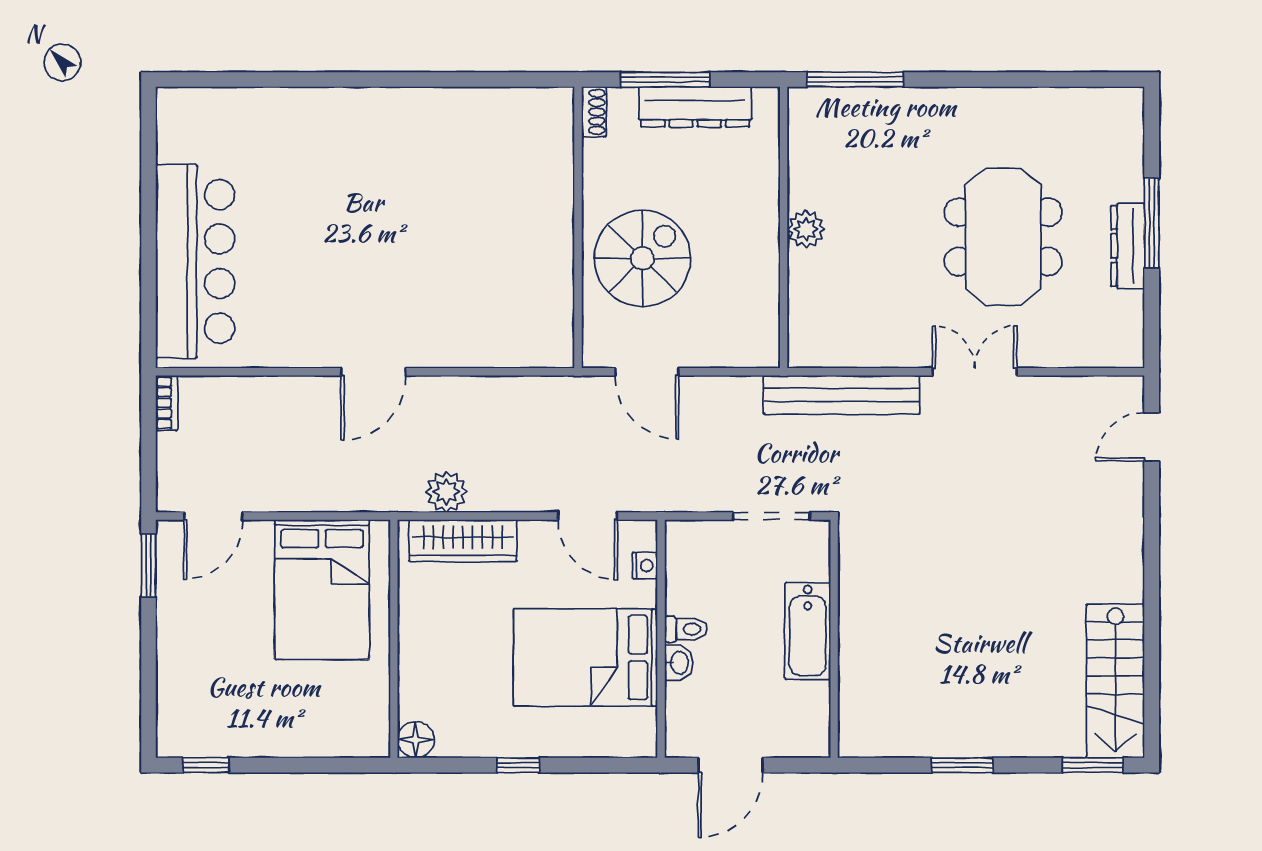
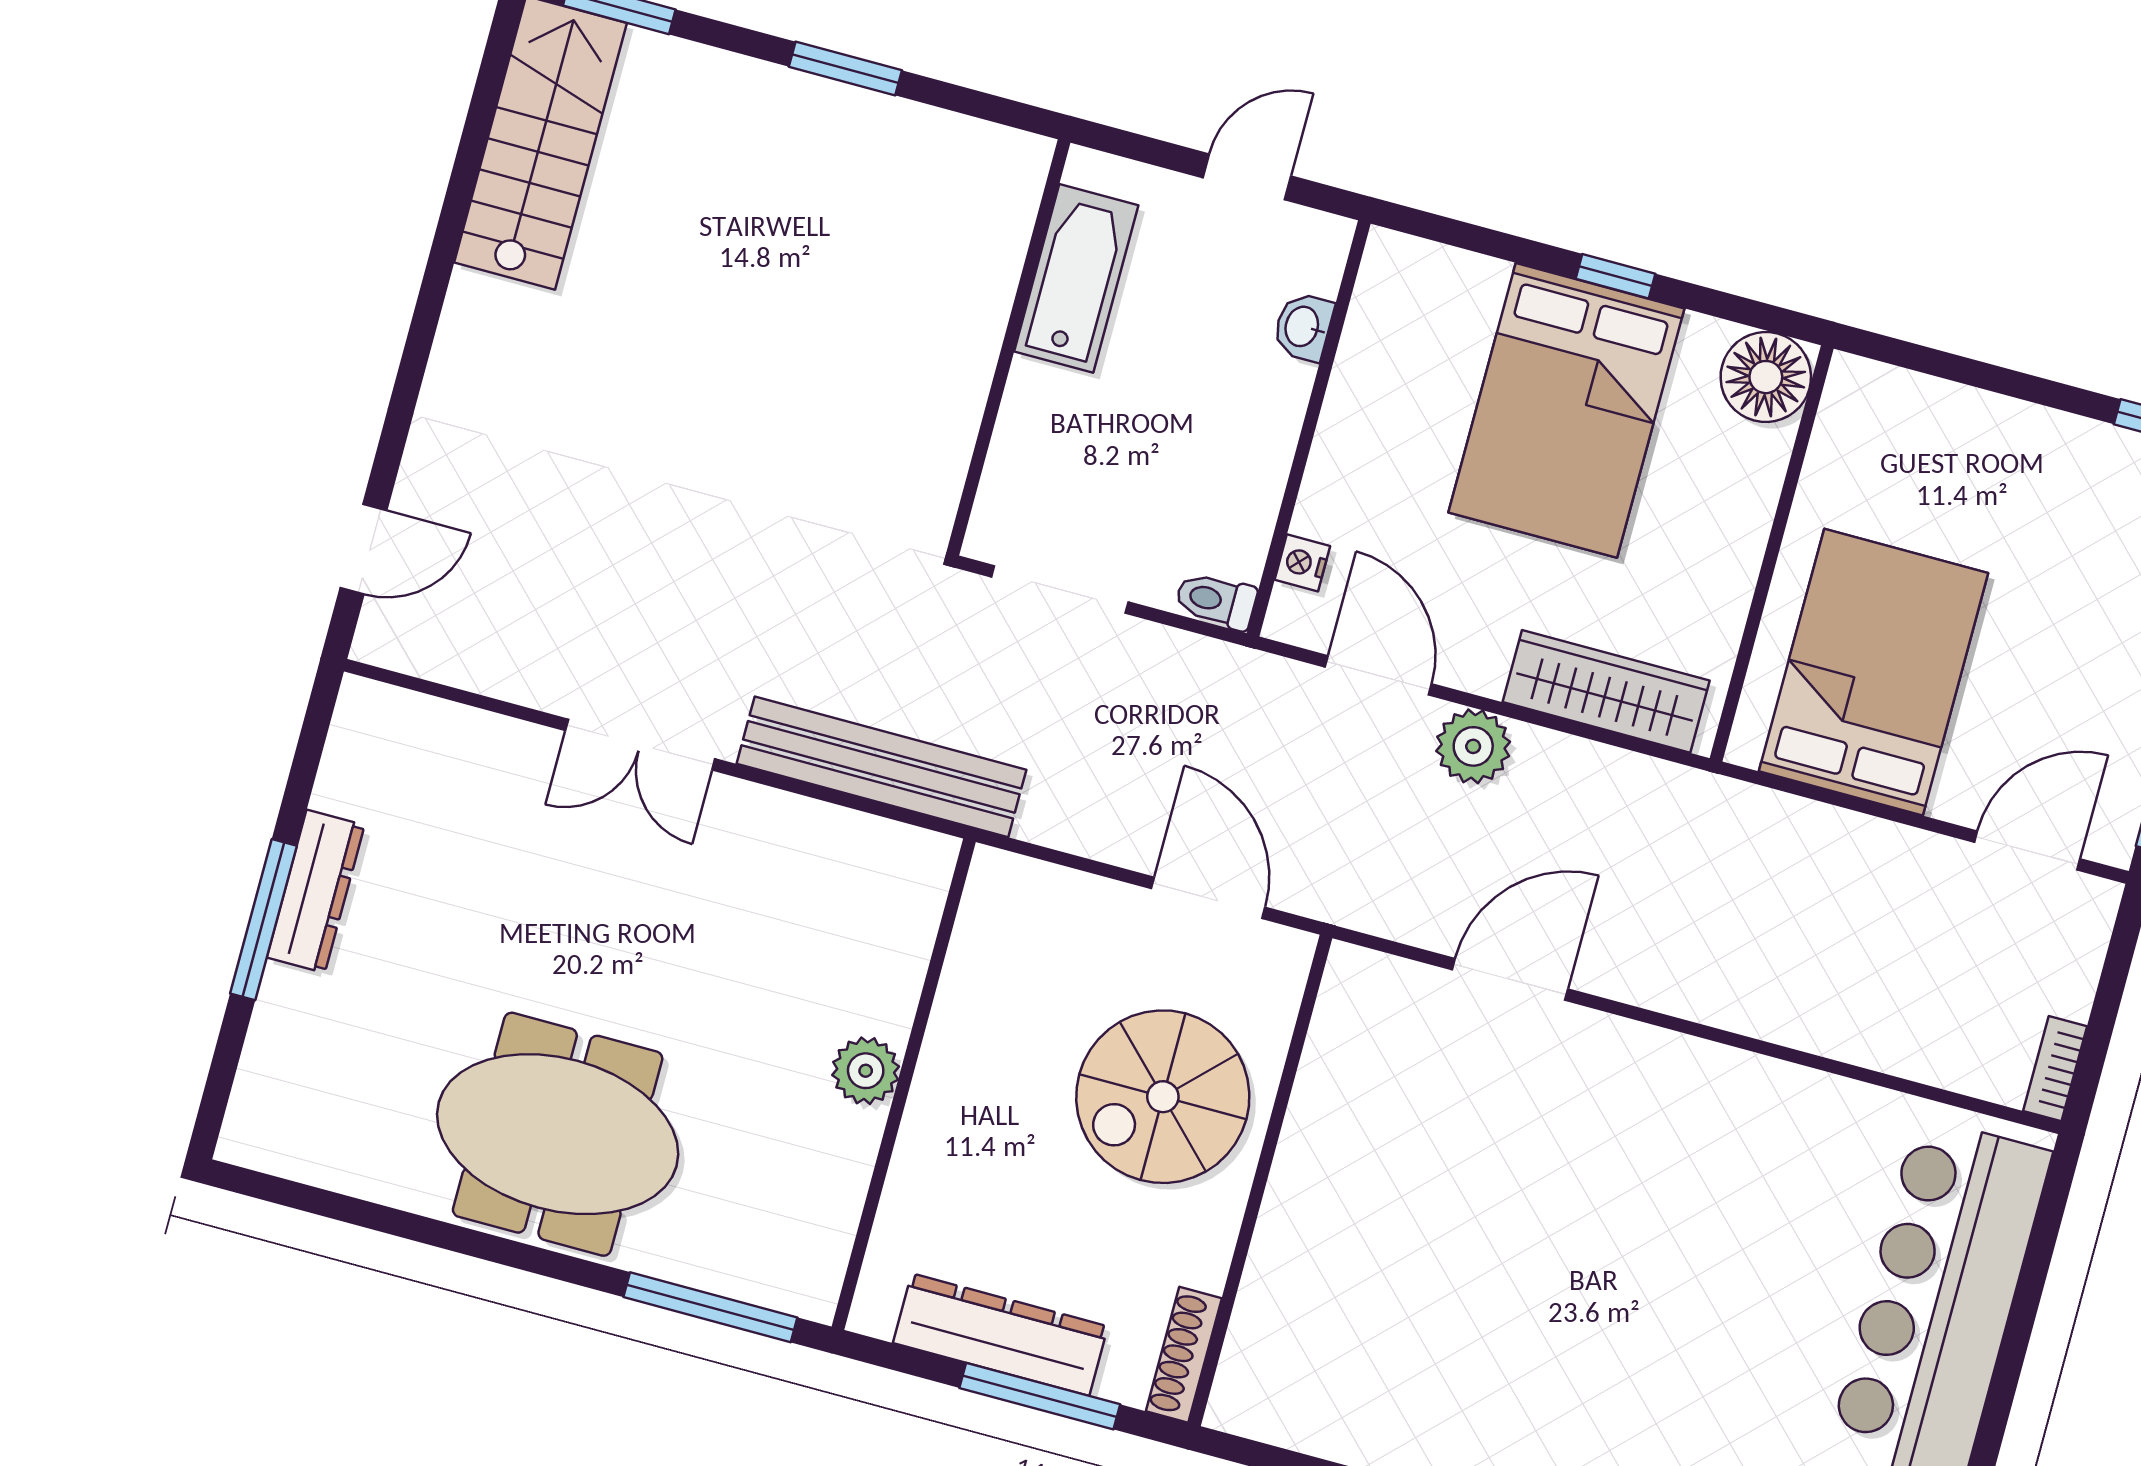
shoe rack: (594, 112) -> (1184, 1355), width x1.43
meeting table: (1003, 237) -> (558, 1134), moved, turned 90
door: (373, 372) -> (1510, 979), moved
plant: (446, 492) -> (1473, 746), moved
toilet: (686, 629) -> (1216, 600), moved
bathtub: (808, 631) -> (1076, 278), moved
bed: (585, 657) -> (1566, 410), moved, turned 90
washbasin: (679, 663) -> (1303, 327), moved
floor lamp: (416, 740) -> (1766, 377), width x1.38, depth x1.38
door: (731, 765) -> (1247, 177), width x0.73

